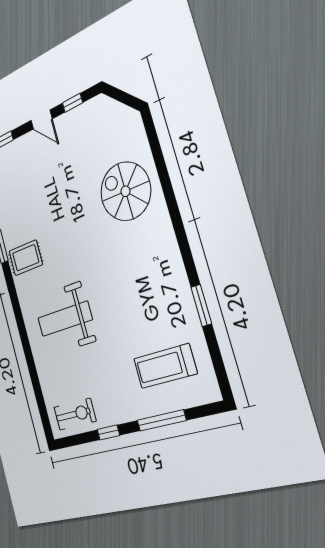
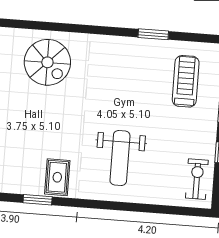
spiral stairs: (125, 191) -> (47, 62), turned -90
treadmill: (165, 366) -> (186, 81), turned 180

